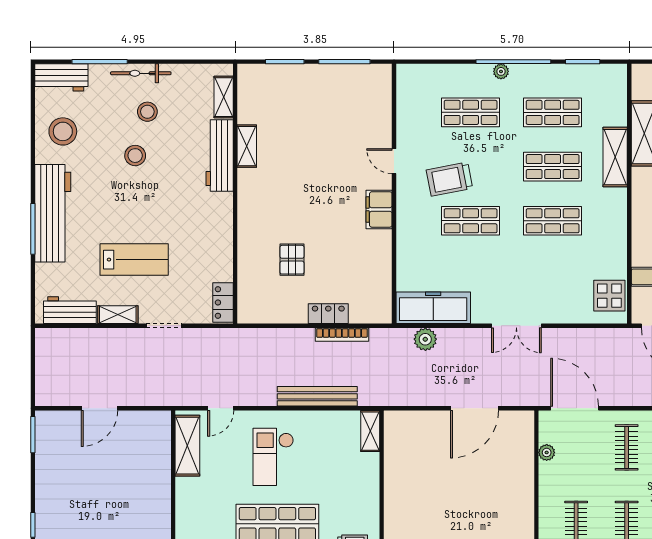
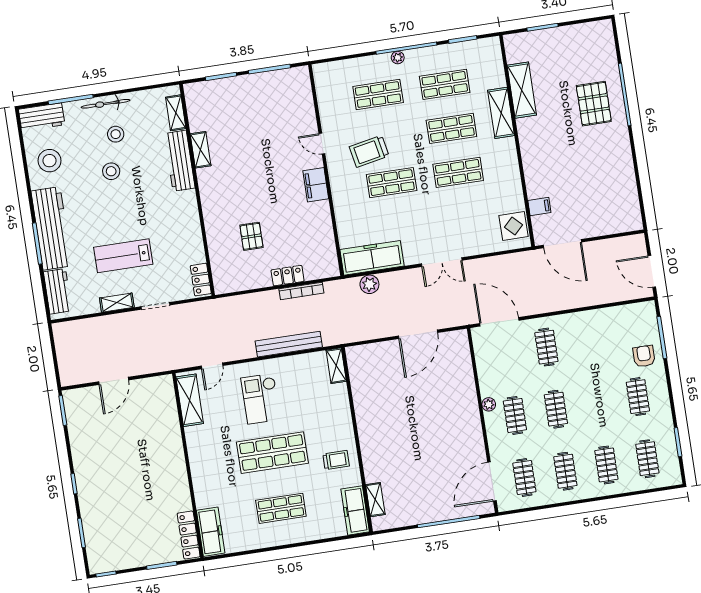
lab bench: (134, 260) -> (123, 256), turned 180
workbench: (70, 310) -> (58, 291), moved, turned 90
plant: (547, 452) -> (489, 404), moved

